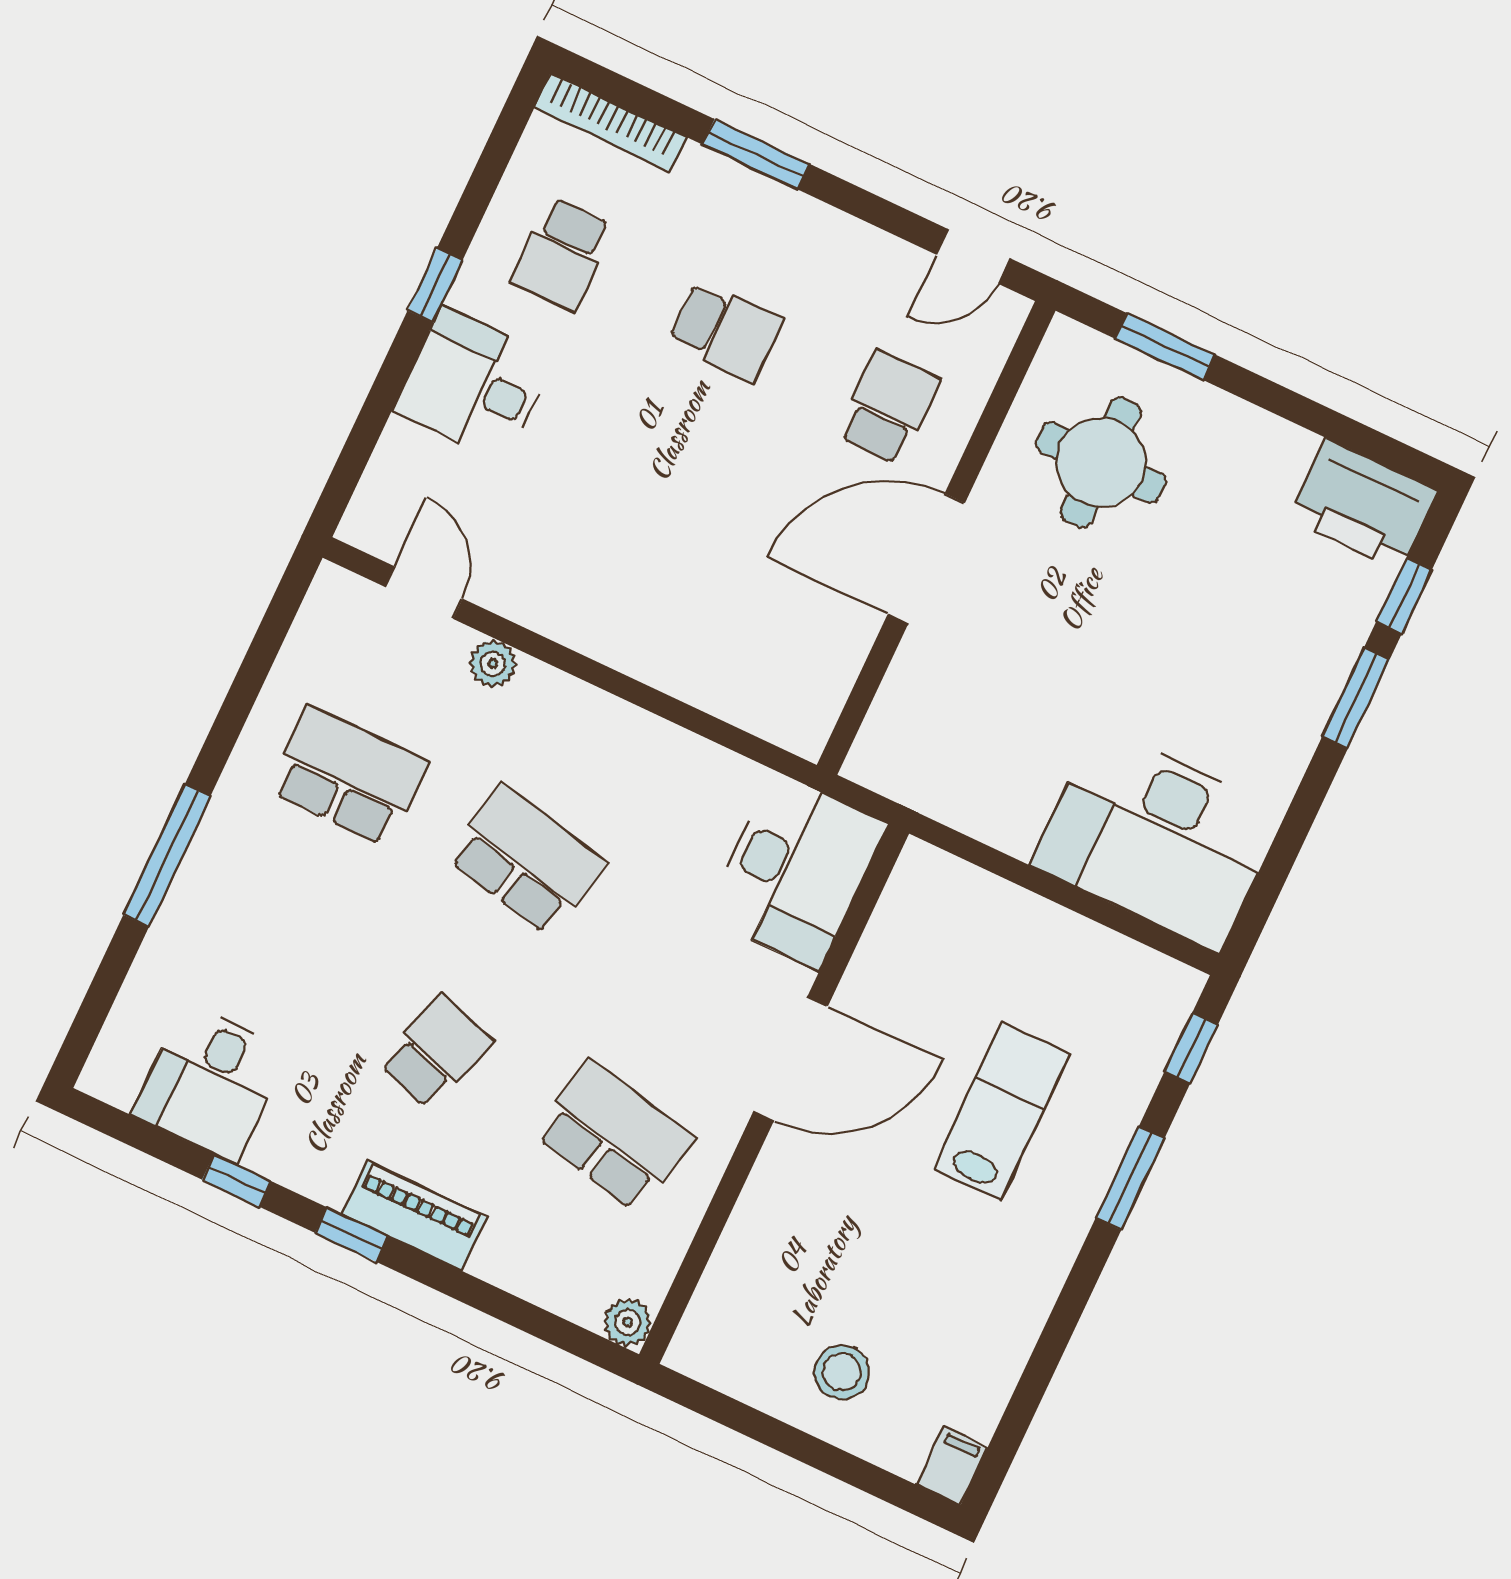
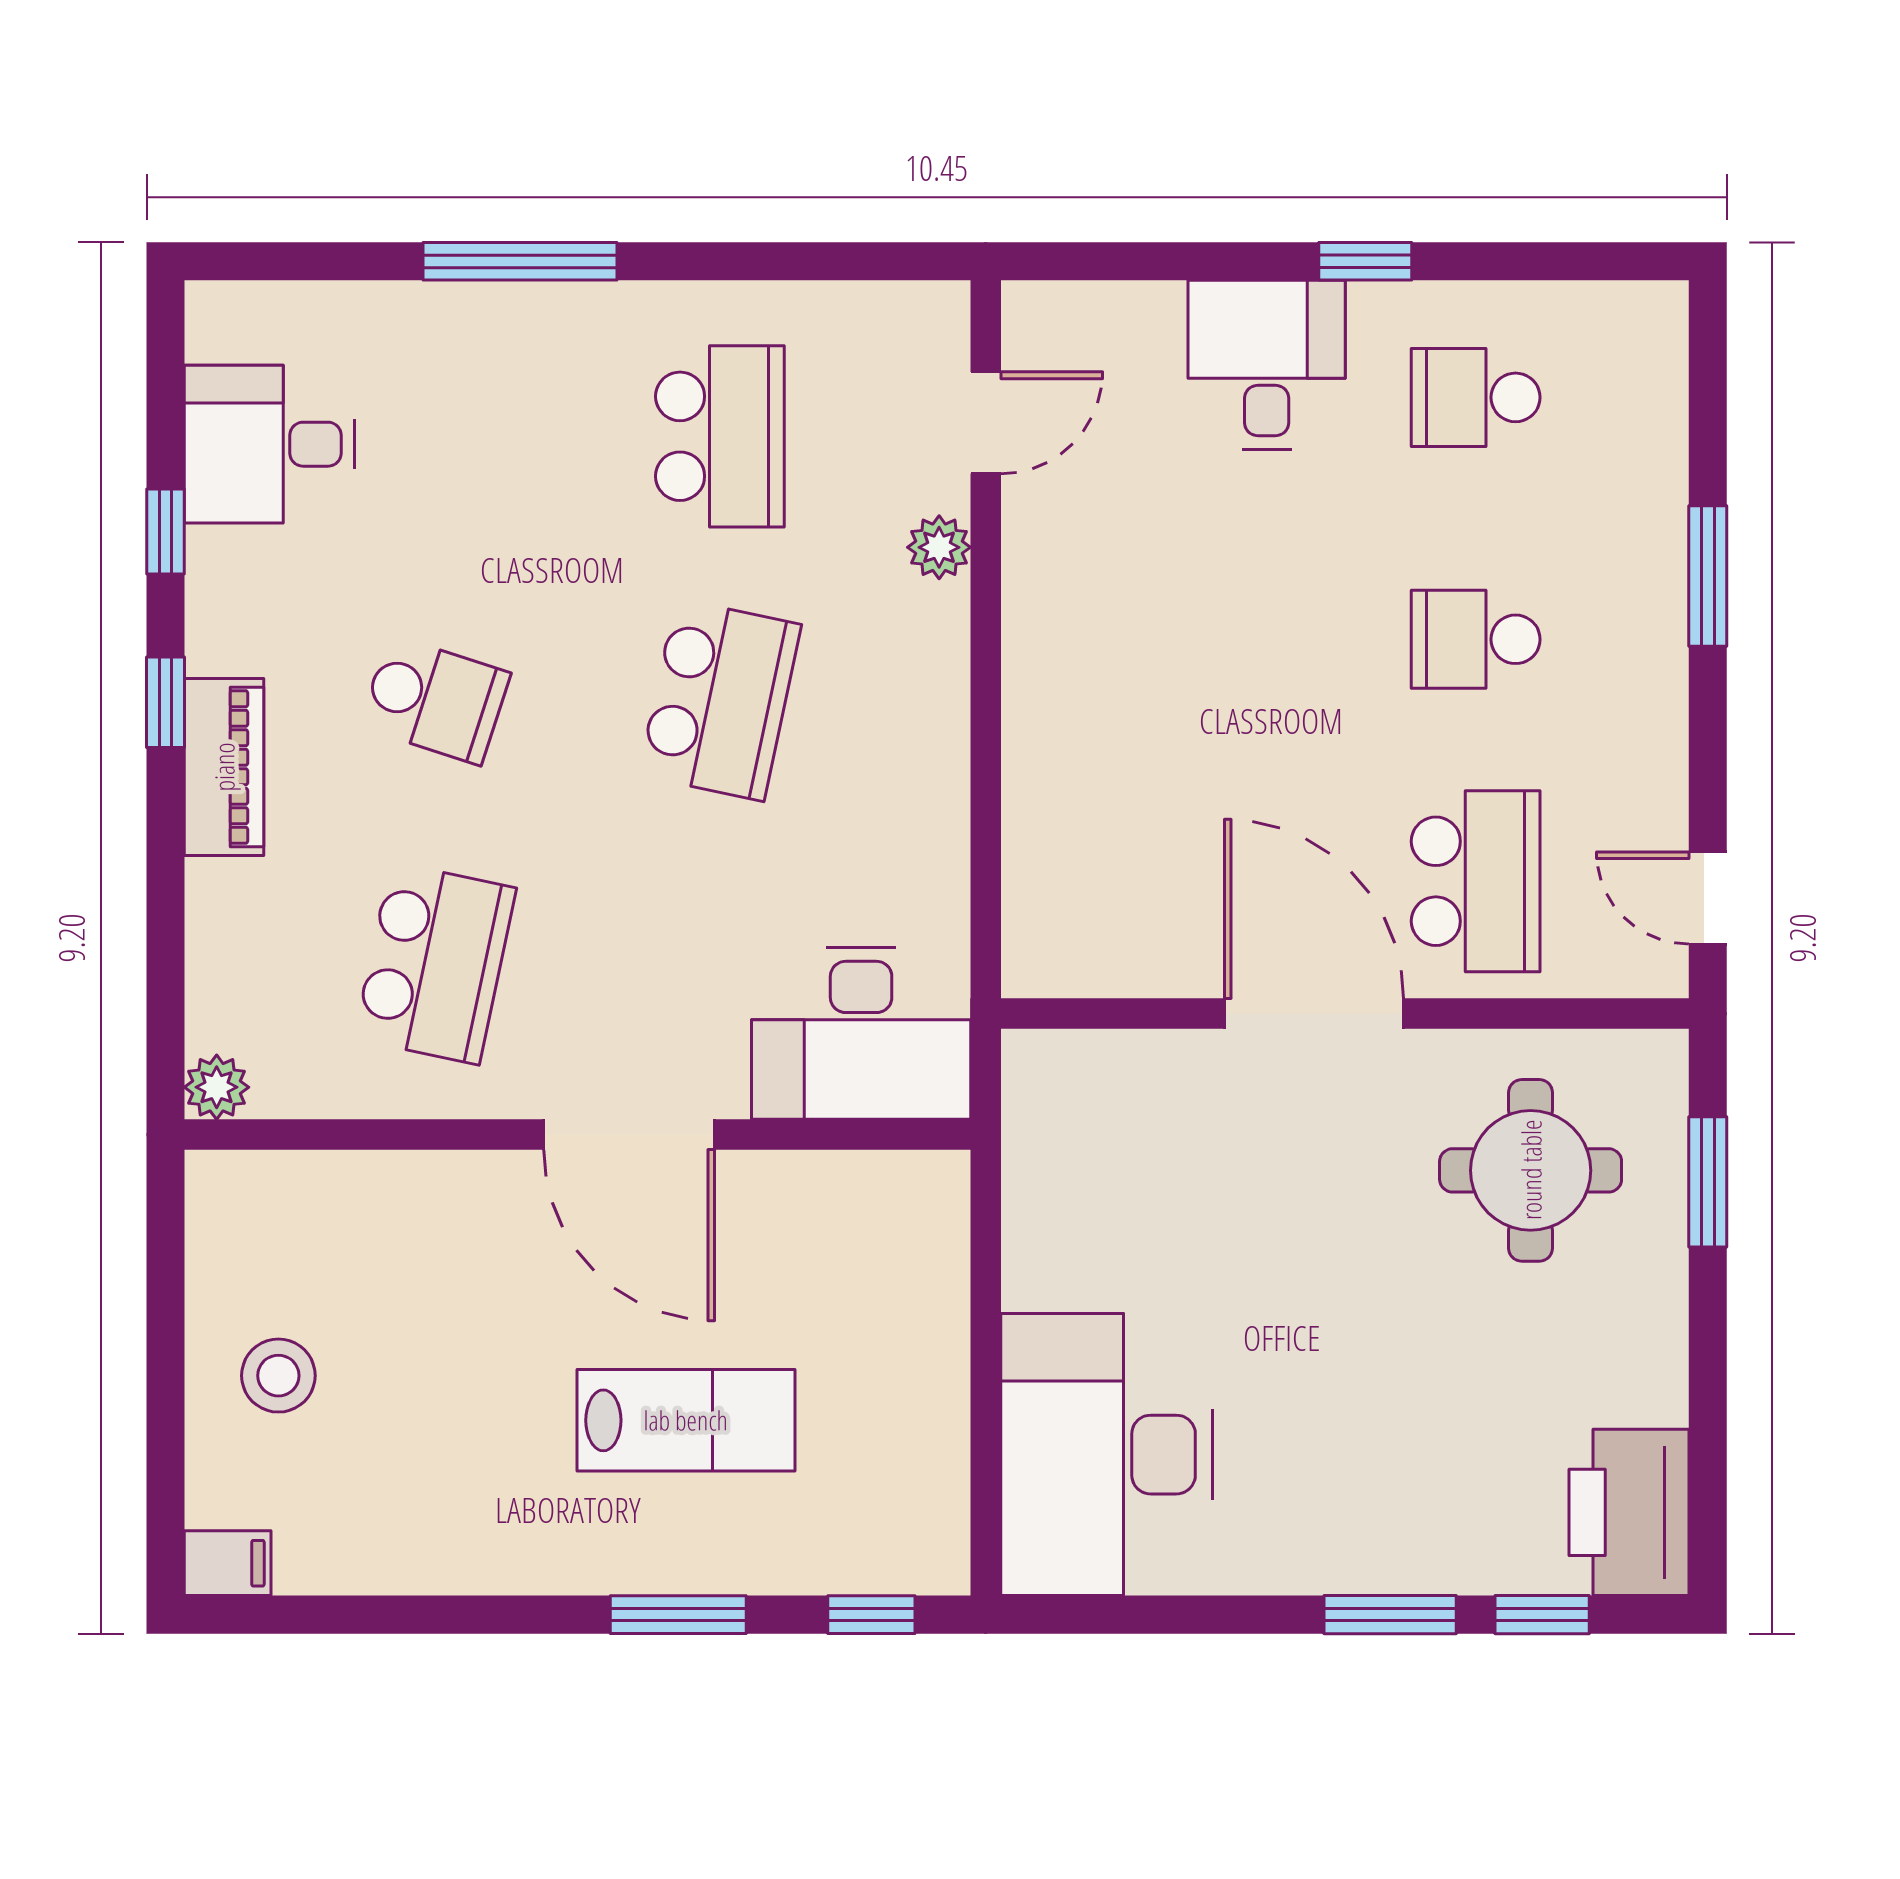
bookcase: (610, 123) -> (1663, 381), removed
school desk: (725, 331) -> (1476, 639), turned 90
school desk: (888, 408) -> (1476, 881), width x1.85

